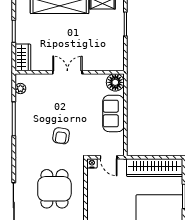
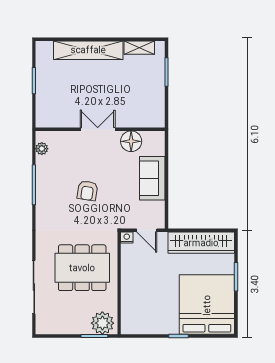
wardrobe: (23, 57) -> (45, 112), removed
floor lamp: (115, 82) -> (131, 141), moved
armchair: (61, 136) -> (87, 191), moved
dining table: (54, 189) -> (82, 268), width x1.38

